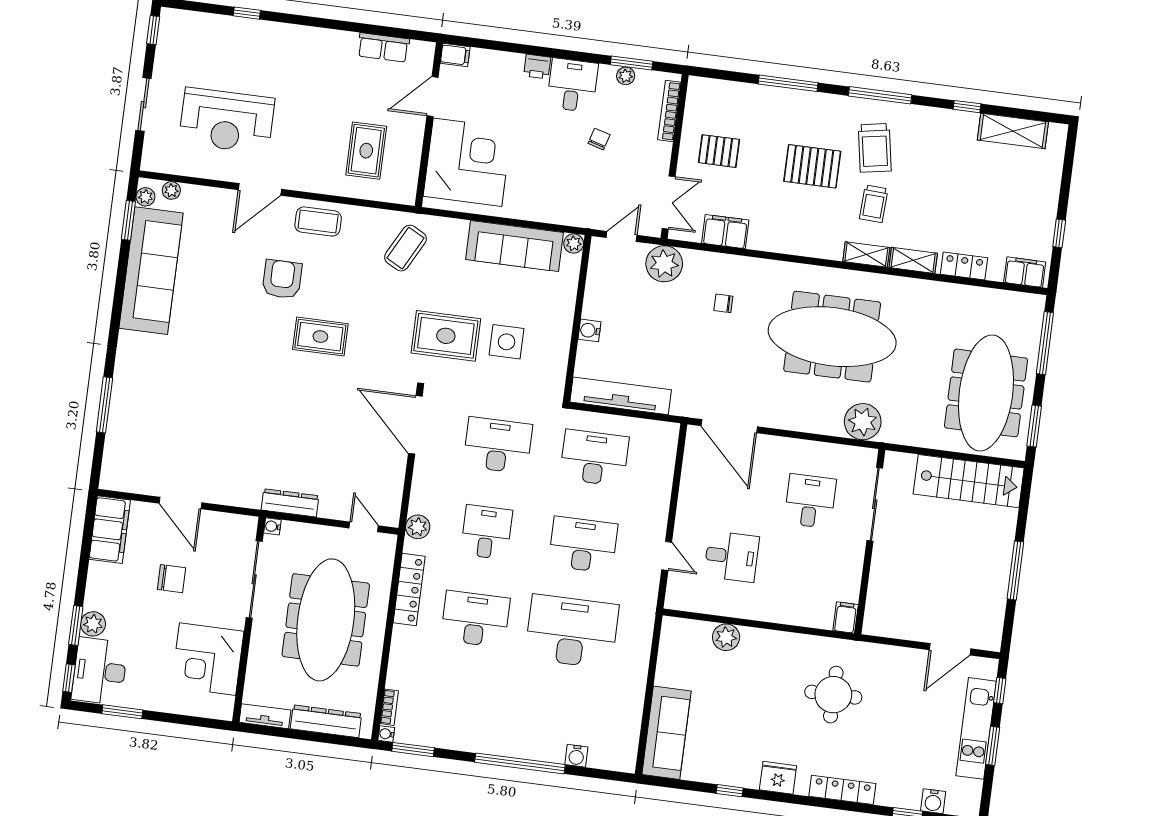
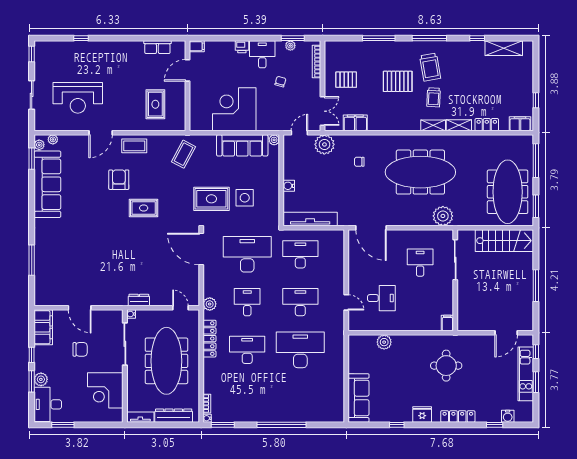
corner desk: (467, 162) -> (234, 109), moved, turned -90
desk: (498, 445) -> (247, 254), width x1.36, depth x1.30
dresser: (290, 503) -> (139, 300), width x0.70
window: (69, 678) -> (32, 355), moved
water cooler: (576, 756) -> (312, 417), removed

